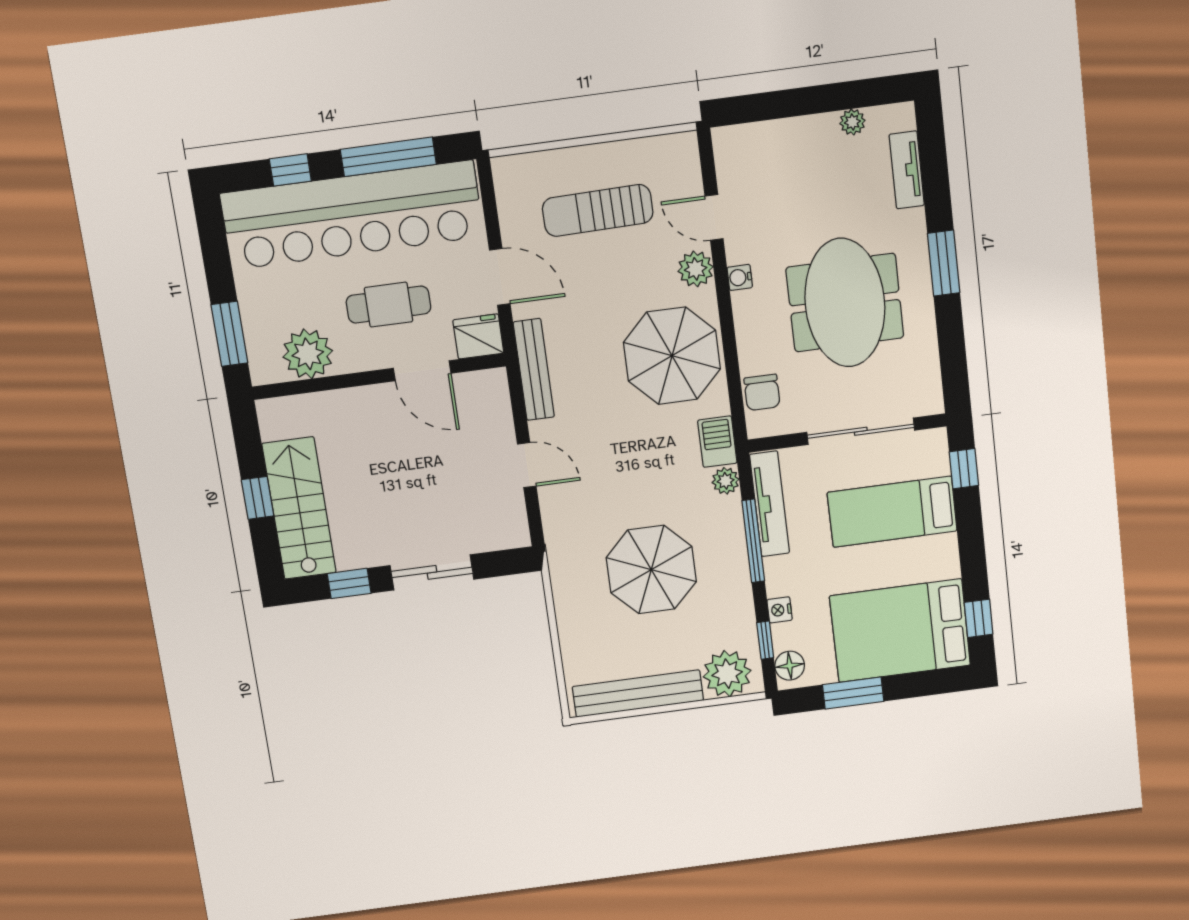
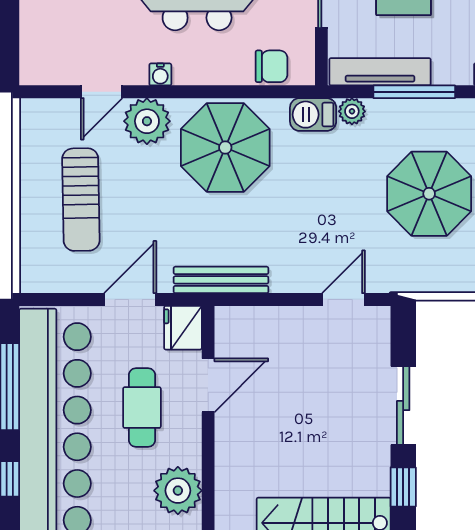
plant: (696, 269) -> (147, 121), width x1.36, depth x1.36
door: (527, 465) -> (344, 300), moved

